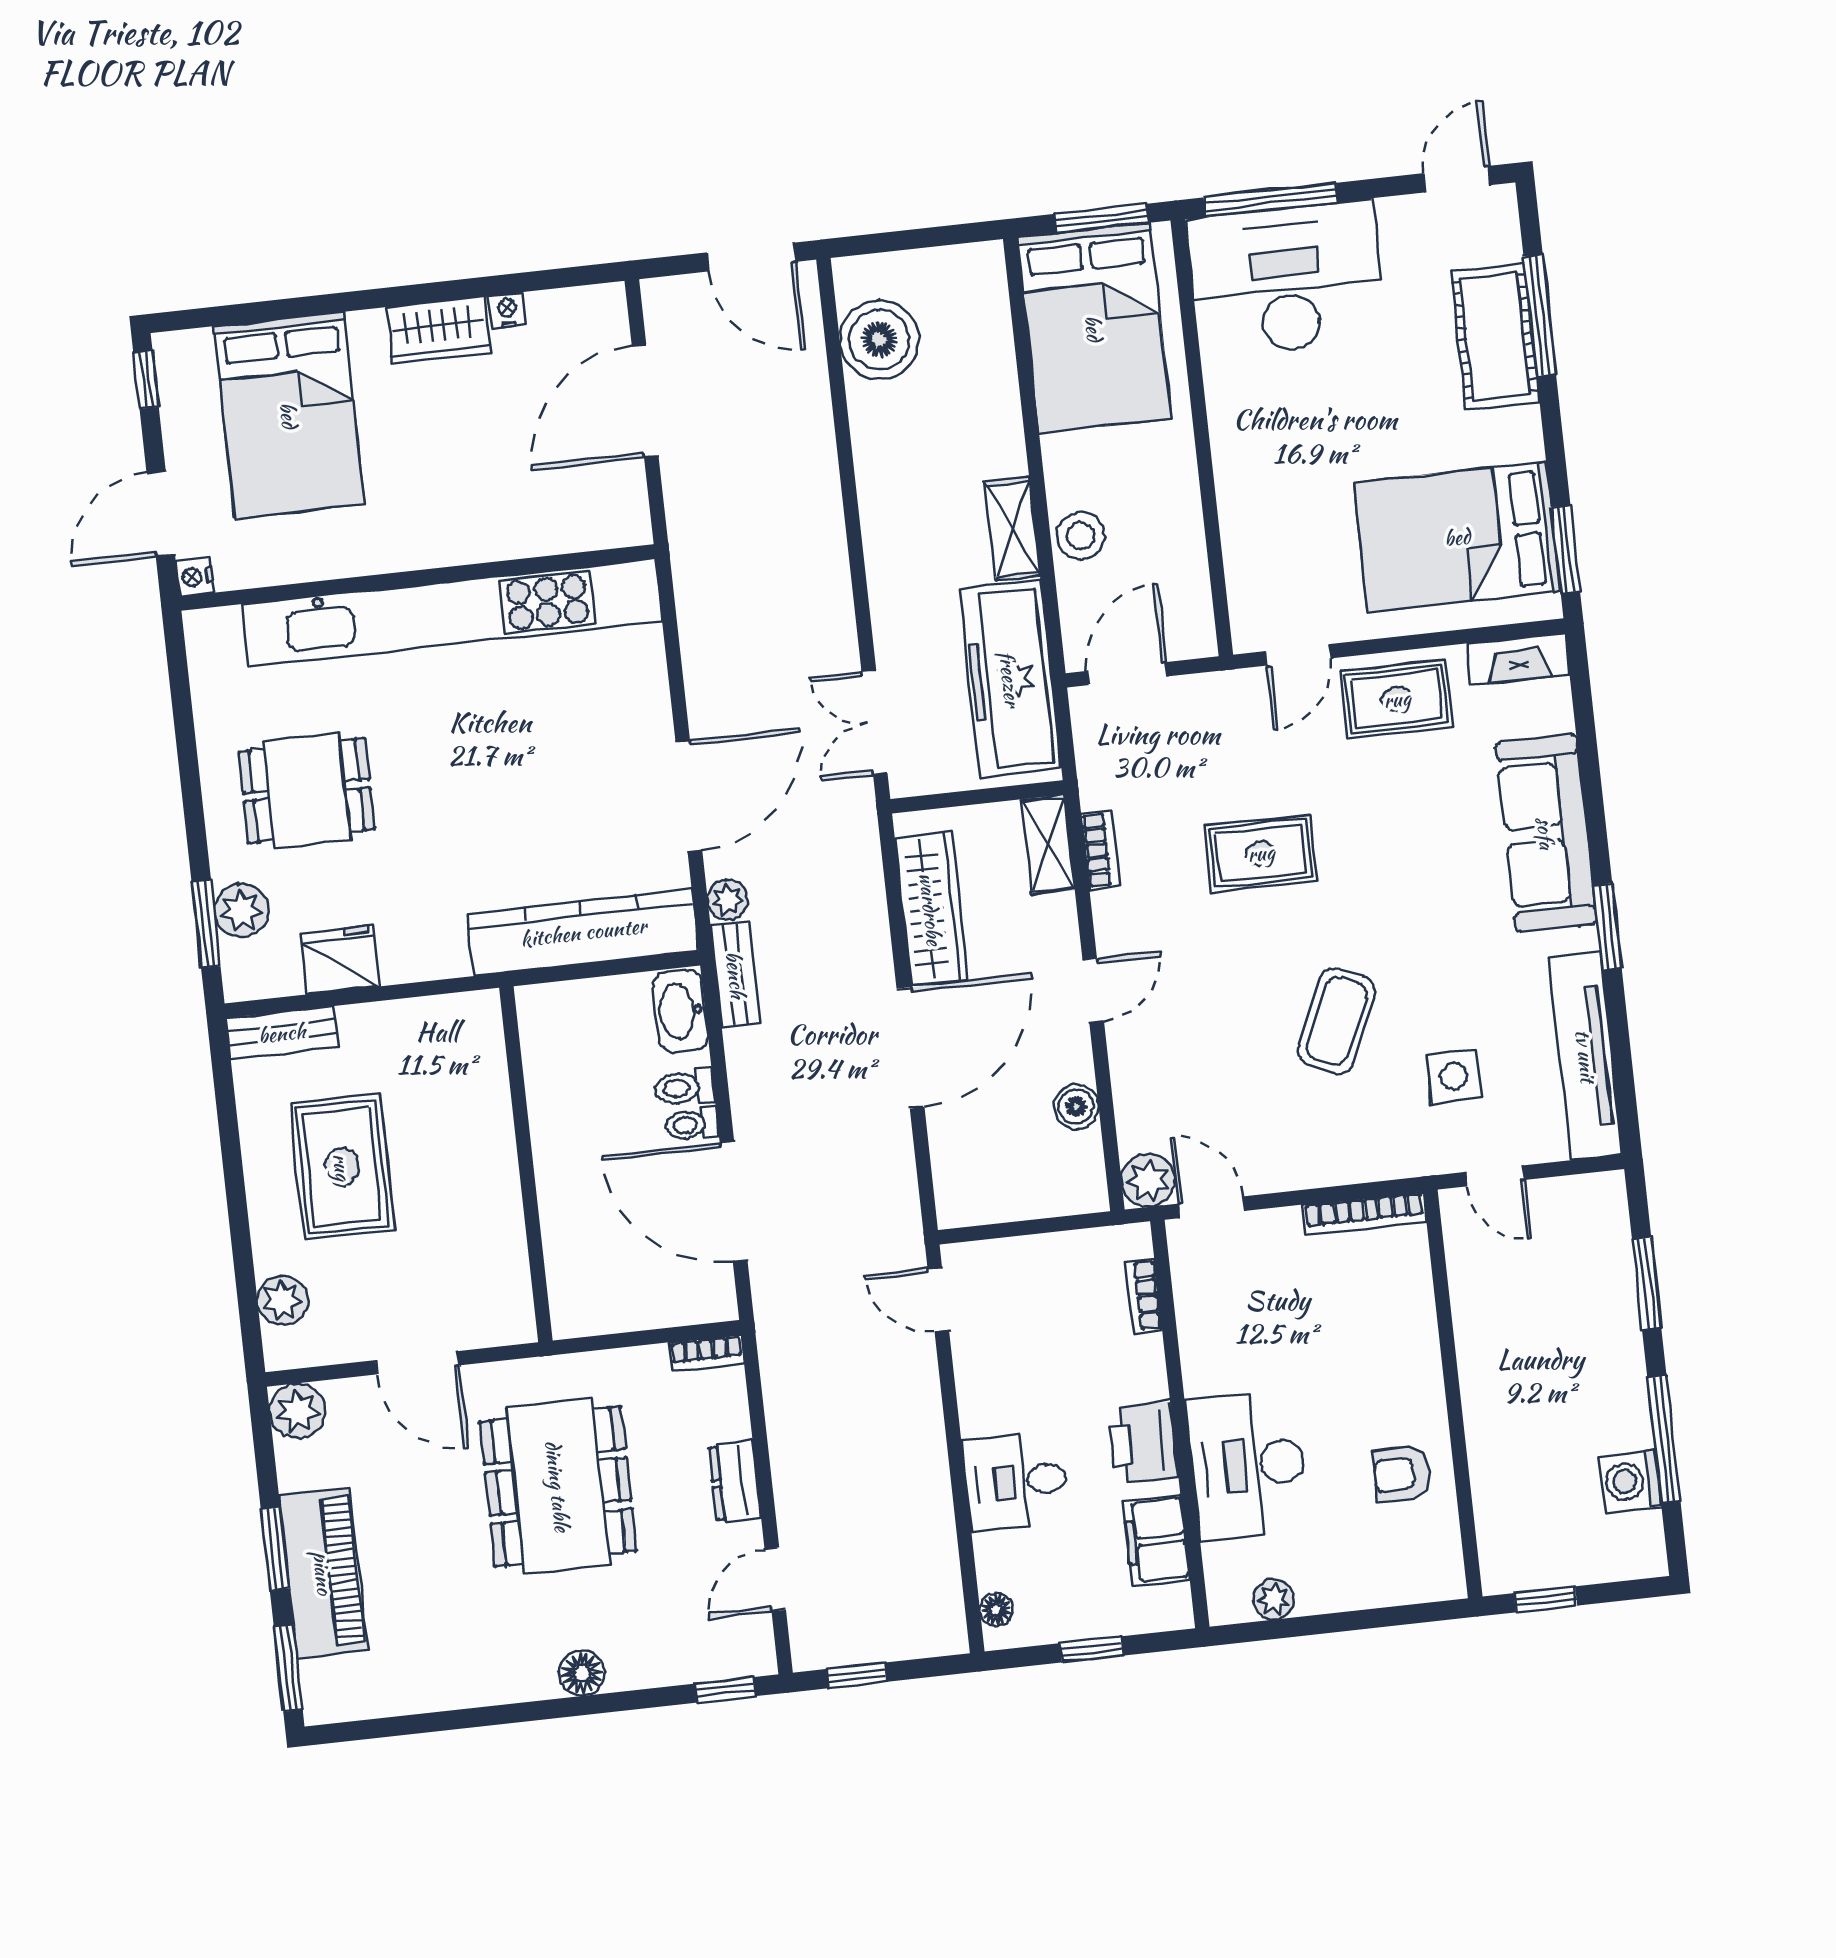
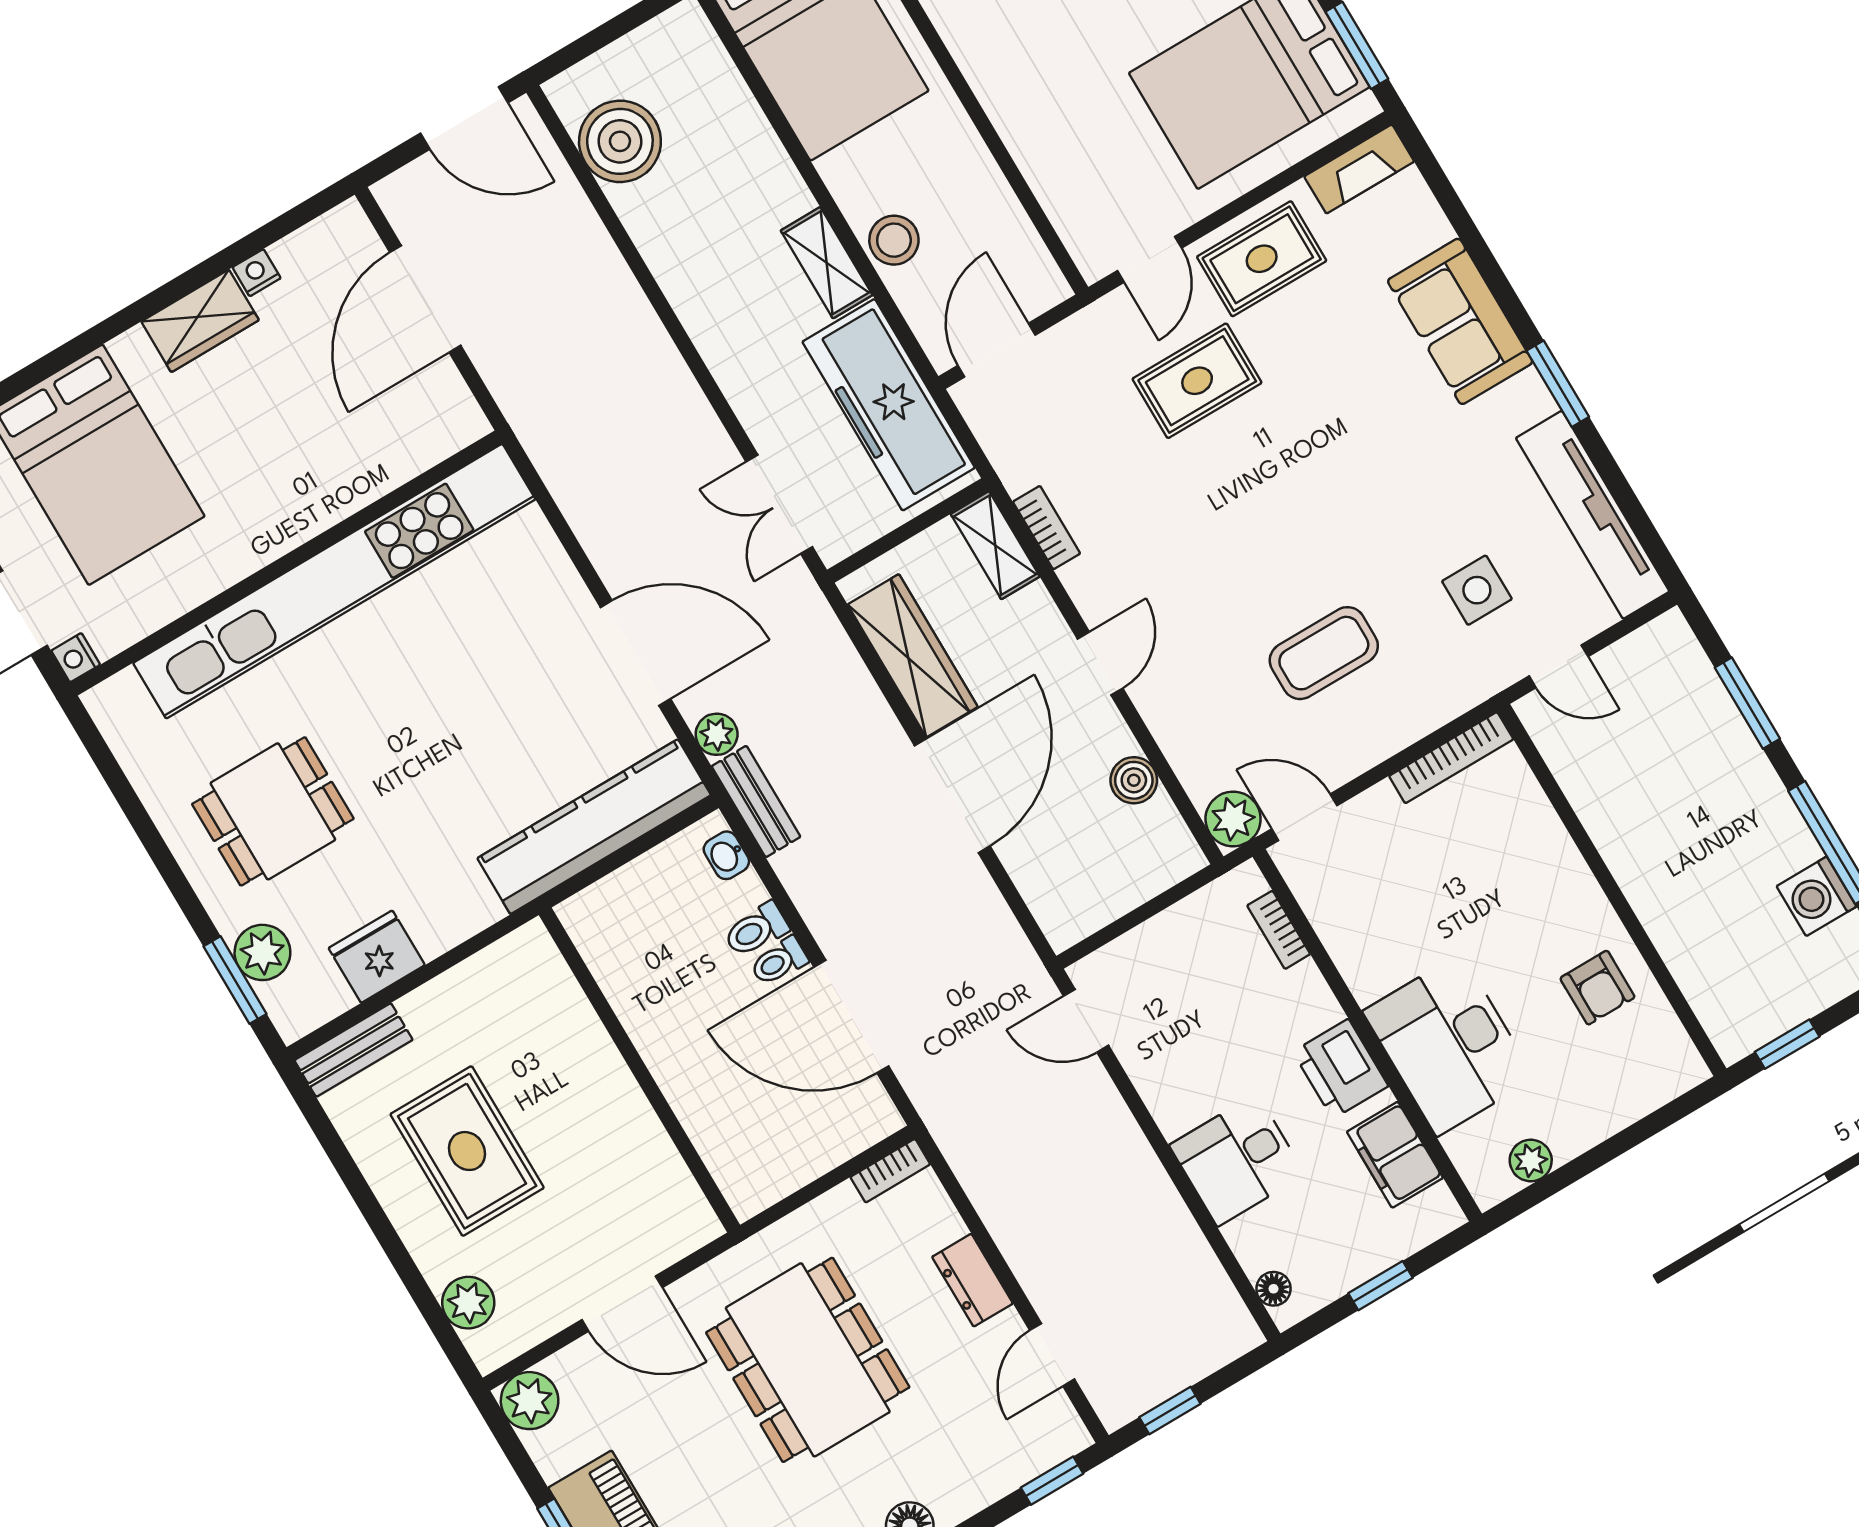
door: (689, 796) -> (635, 653), hinge flipped
sofa: (1546, 833) -> (1460, 321), width x0.73
rug: (1261, 853) -> (1197, 381), moved
washbasin: (680, 1011) -> (726, 855), width x0.52, depth x0.69
coffee table: (1336, 1021) -> (1324, 653), moved, turned 66
armchair: (1401, 1474) -> (1597, 988), turned -90

